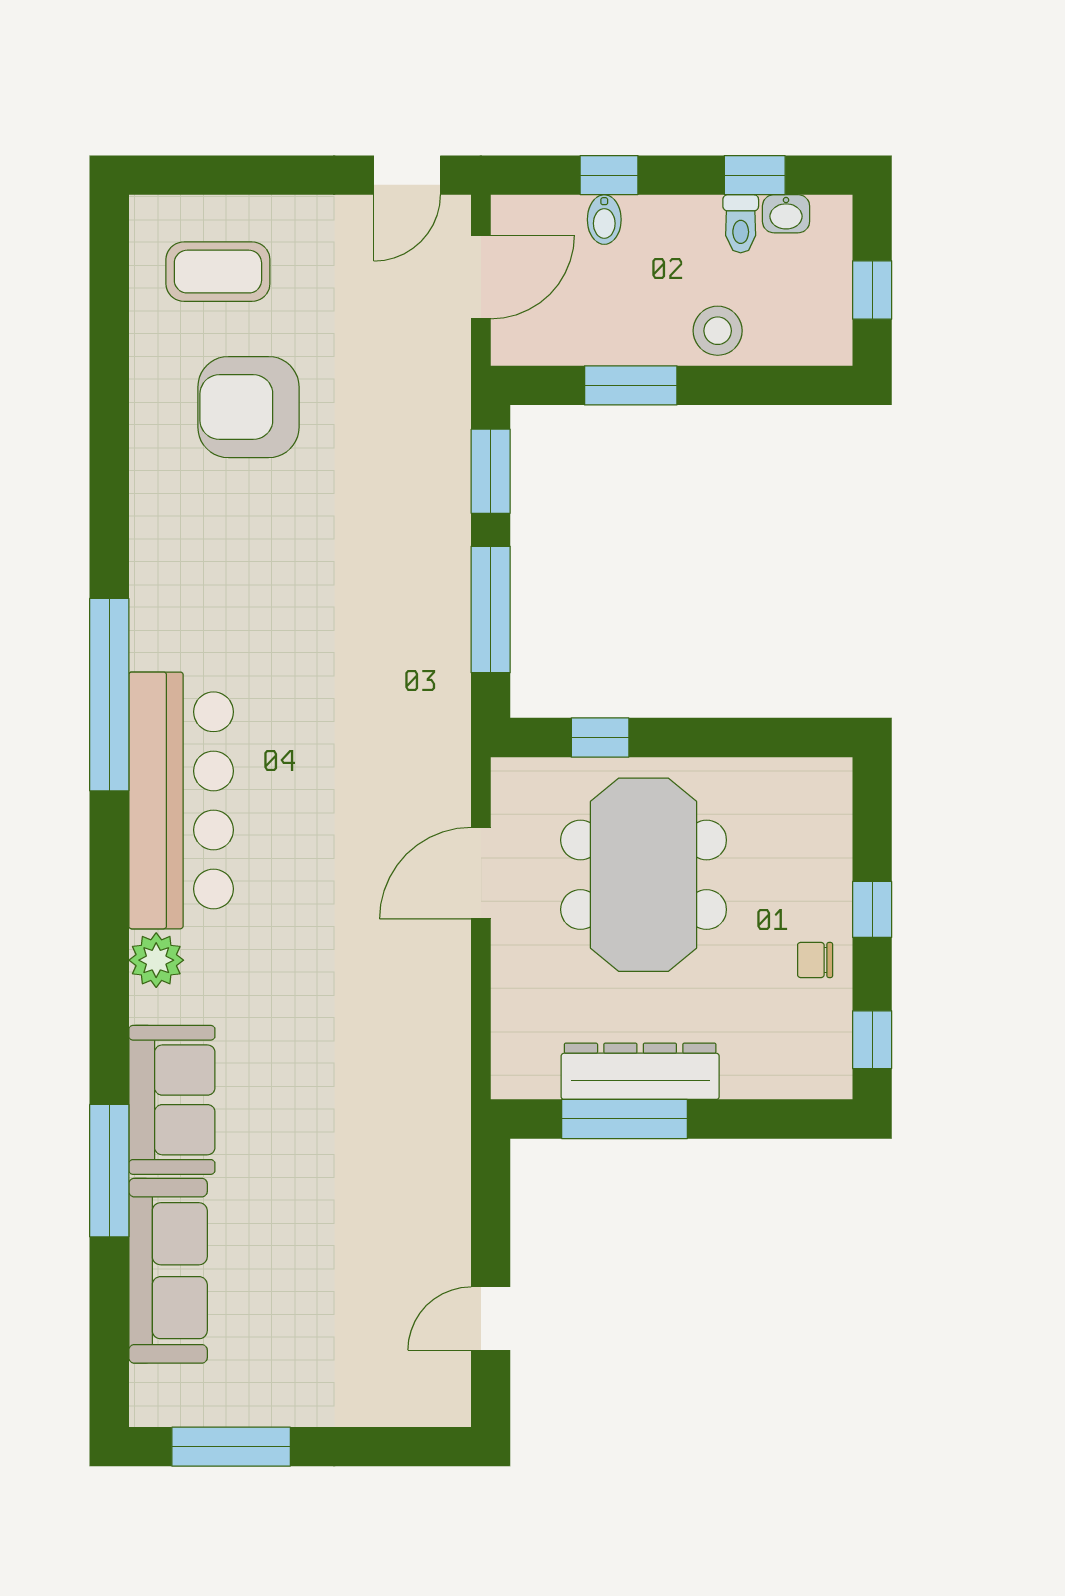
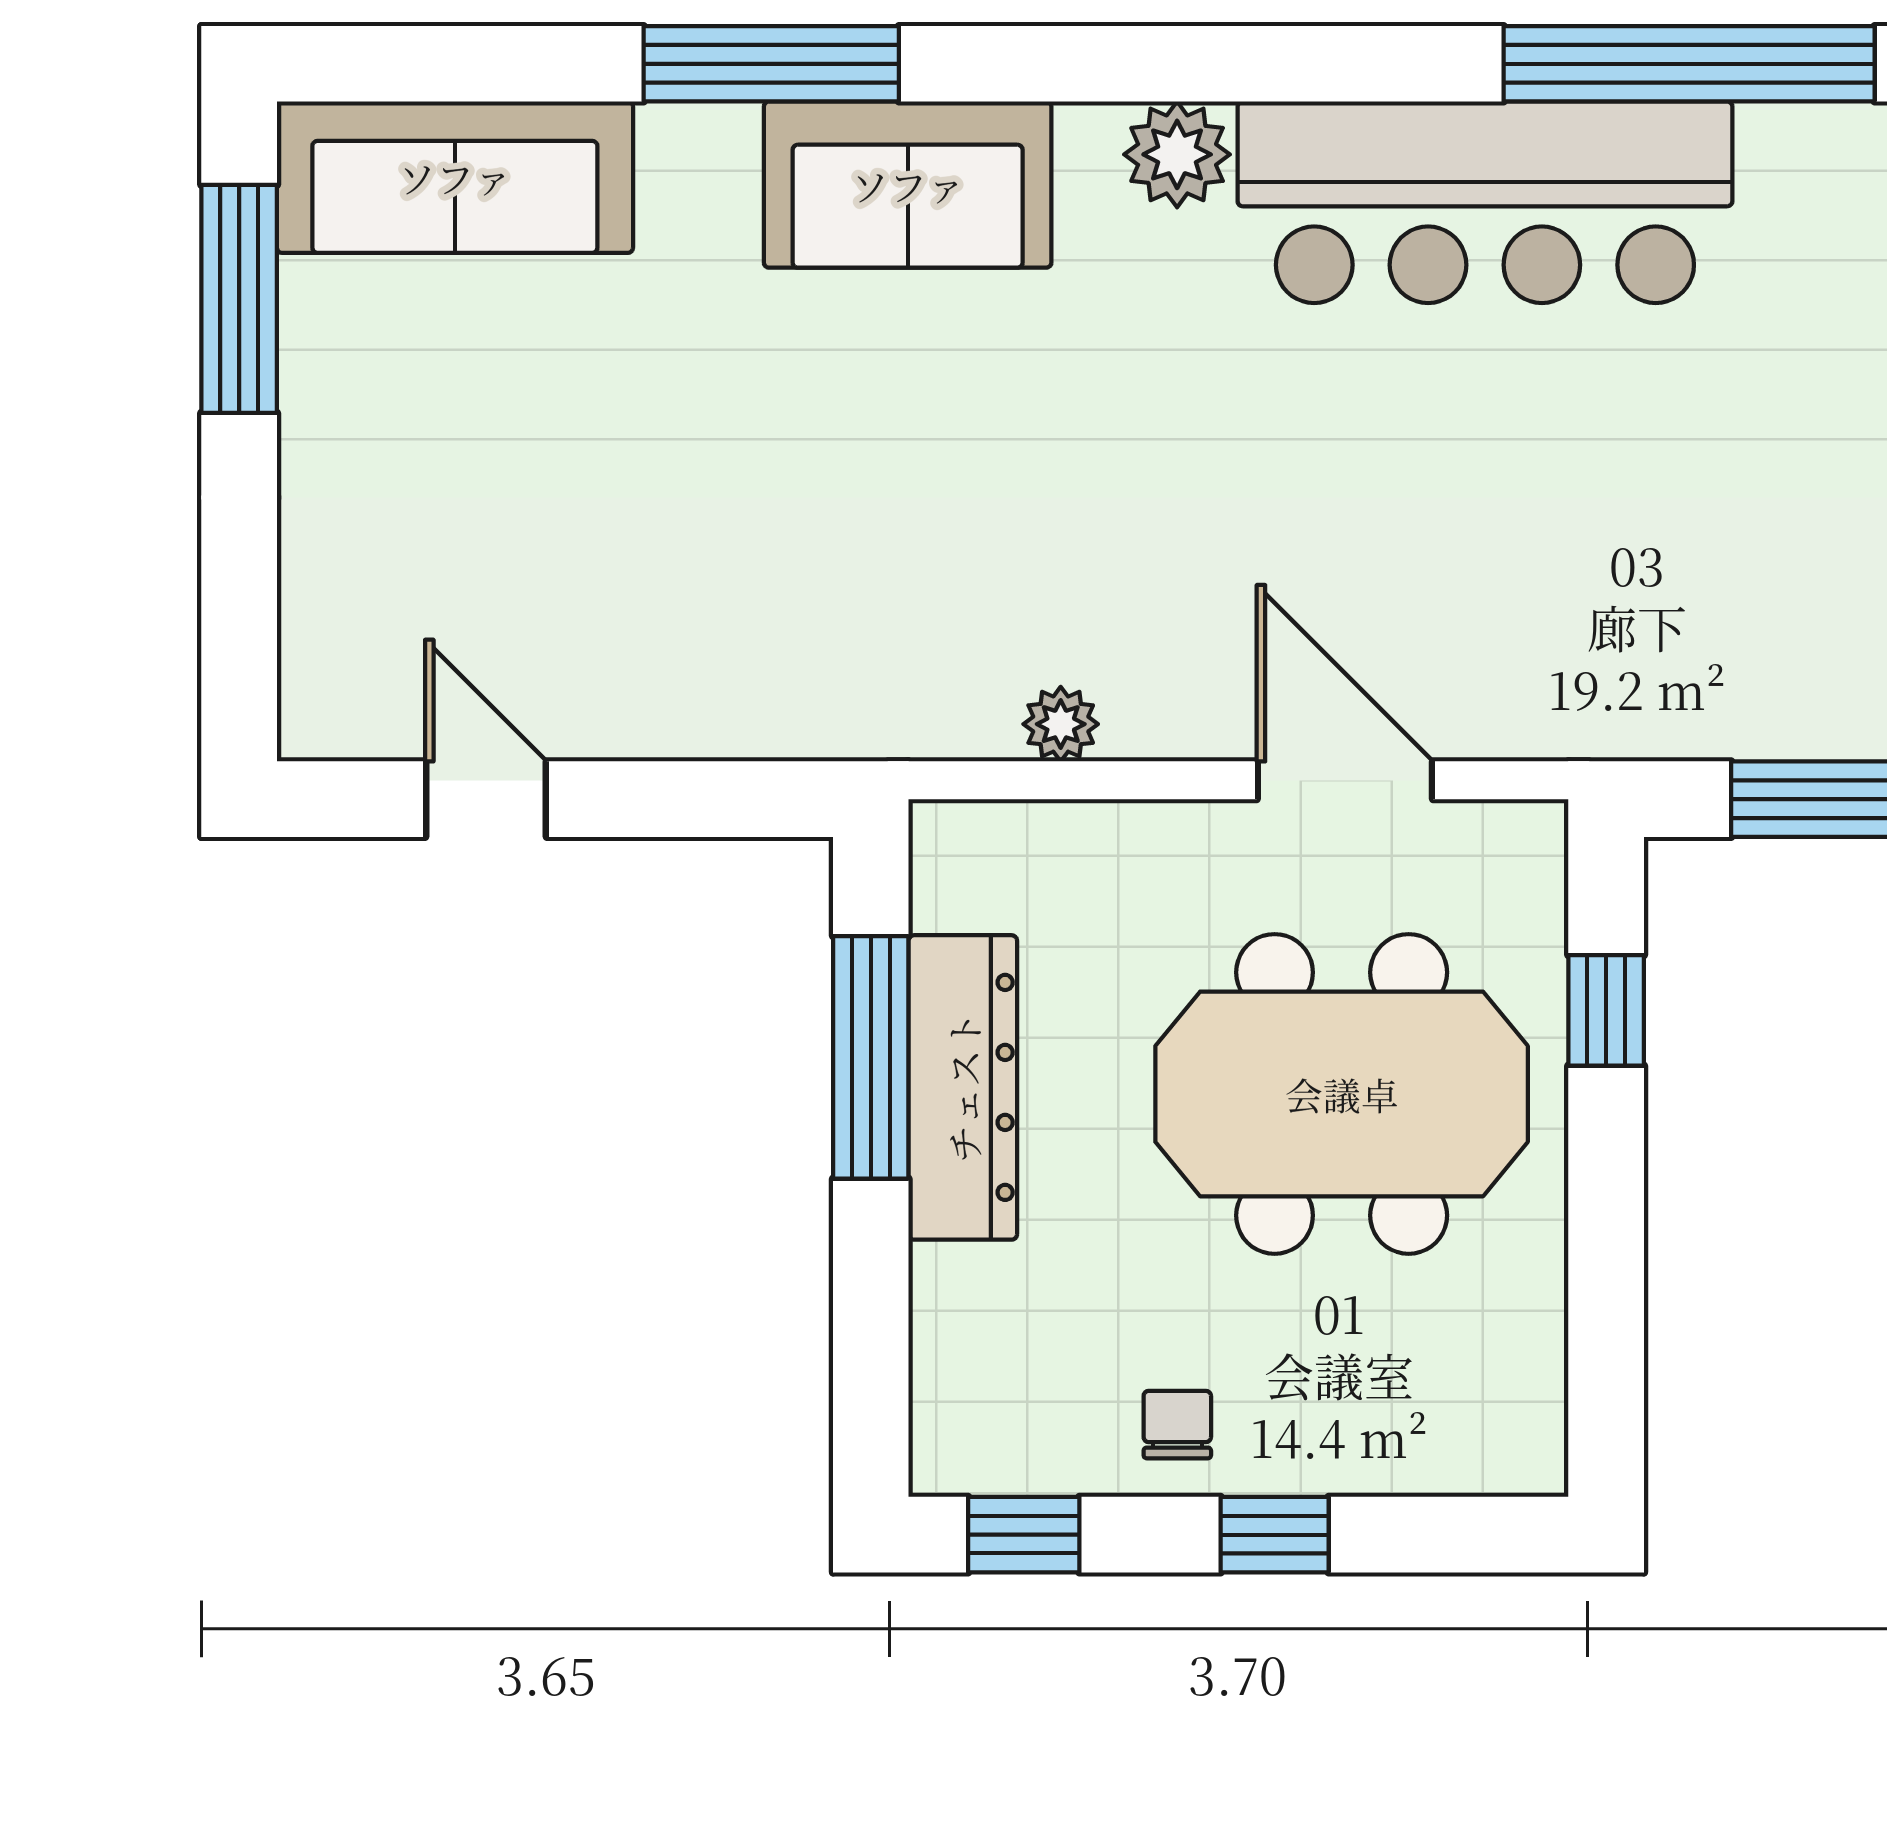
plant: (452, 1020) -> (1061, 724), added
sofa: (168, 1271) -> (455, 177), moved

